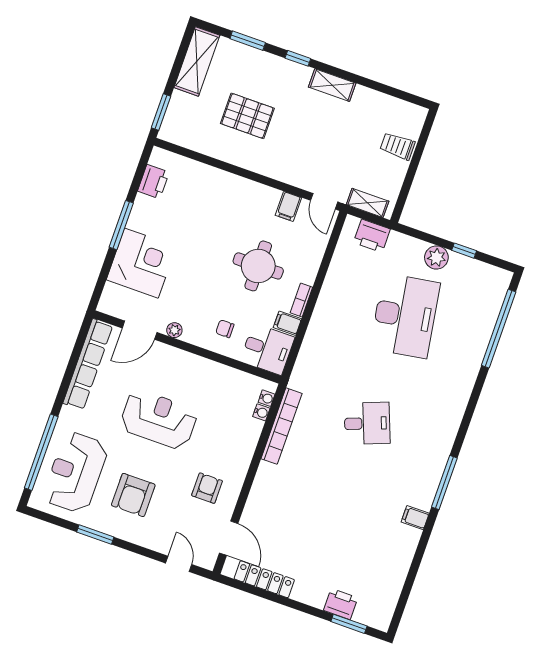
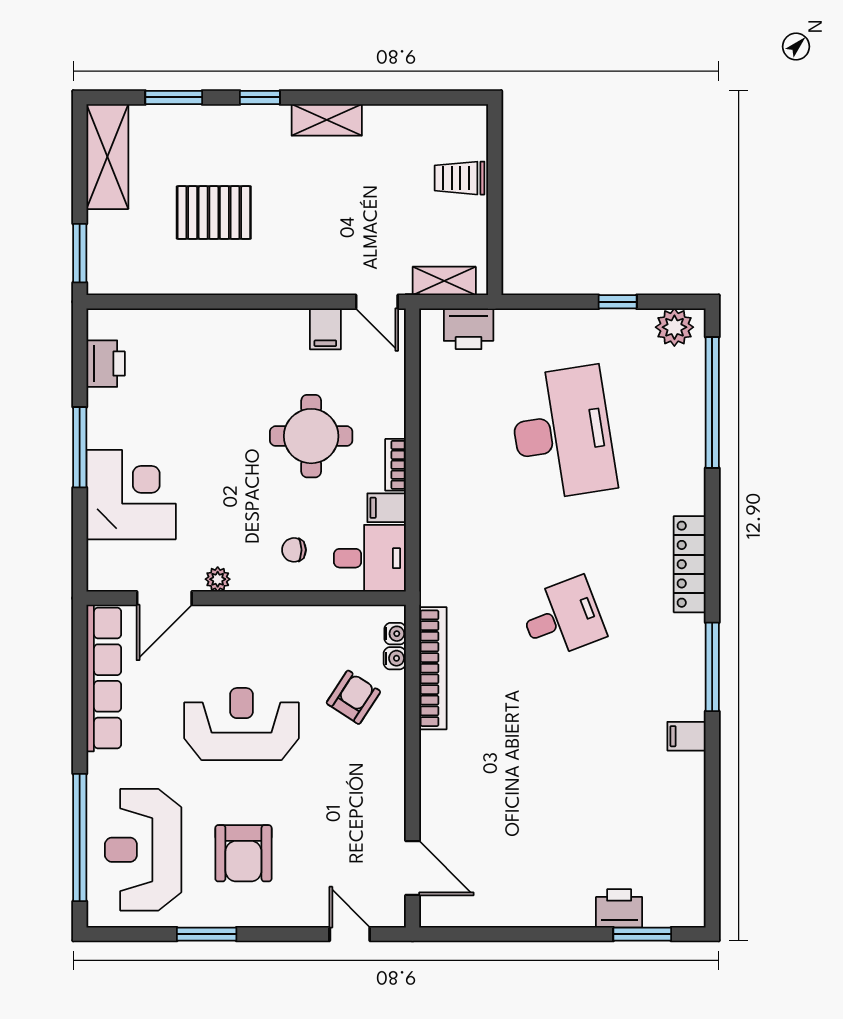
plant: (436, 258) -> (674, 327), moved
armchair: (207, 488) -> (353, 697), moved, turned 33
locker: (264, 579) -> (690, 564), moved, turned -90

